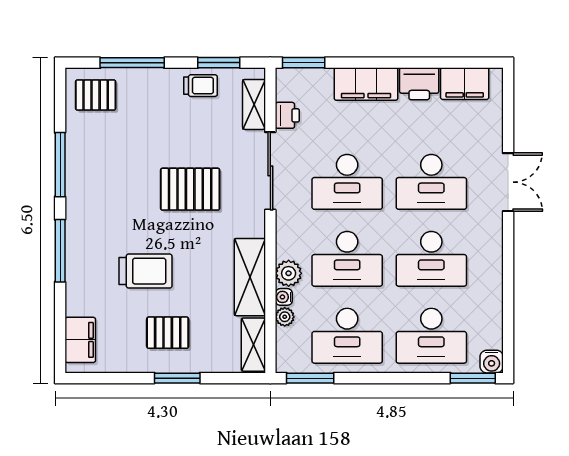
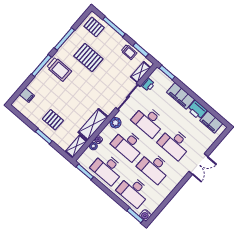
pallet: (190, 189) -> (88, 57), moved
trolley: (145, 271) -> (59, 69), moved
plant: (289, 273) -> (116, 123), moved
filing cabinet: (80, 340) -> (27, 95), width x0.50

